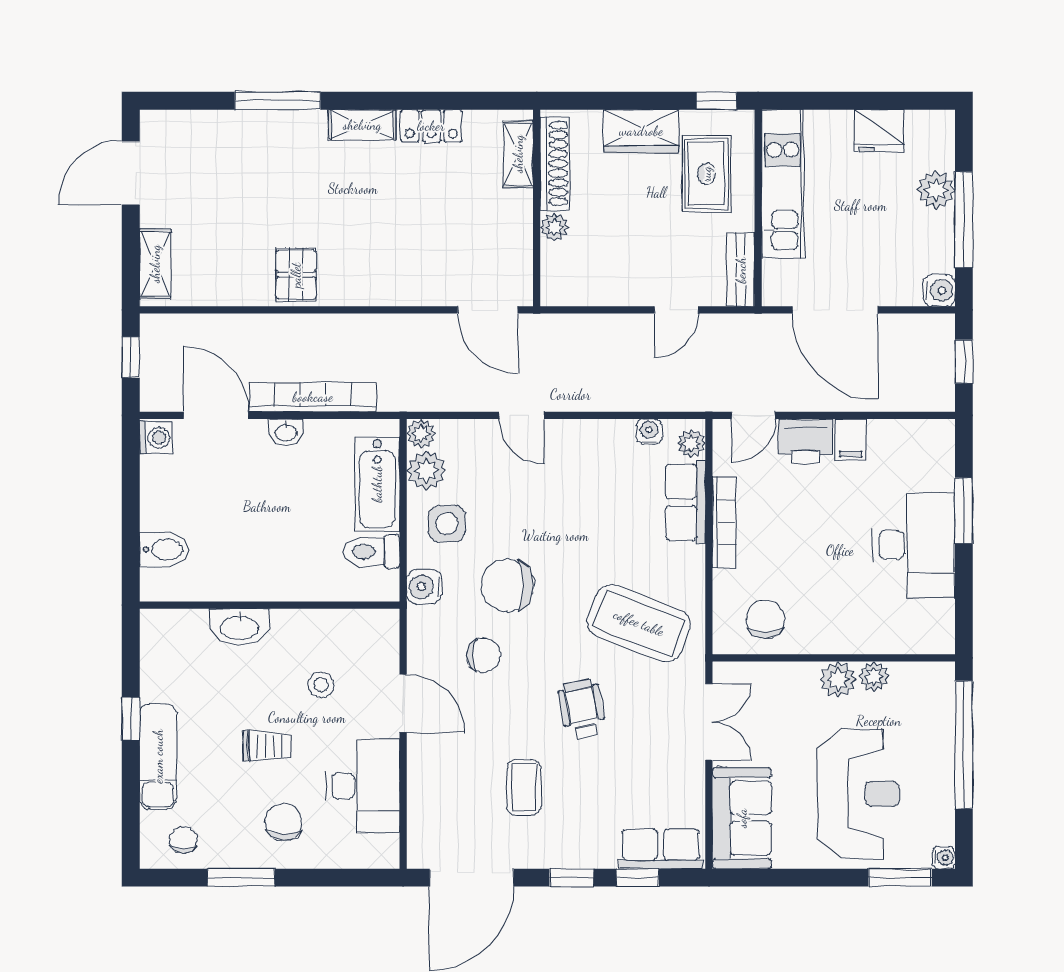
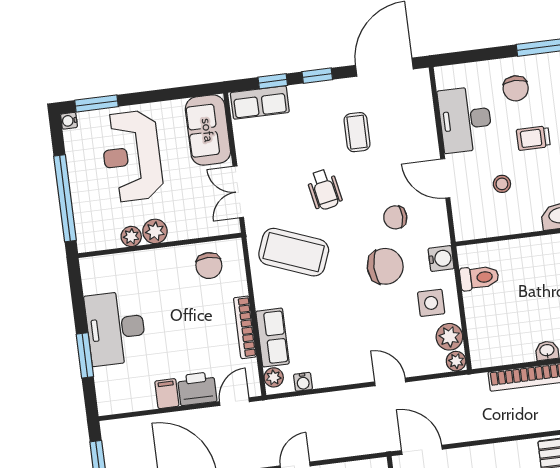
bathtub: (377, 484) -> (481, 323), removed

